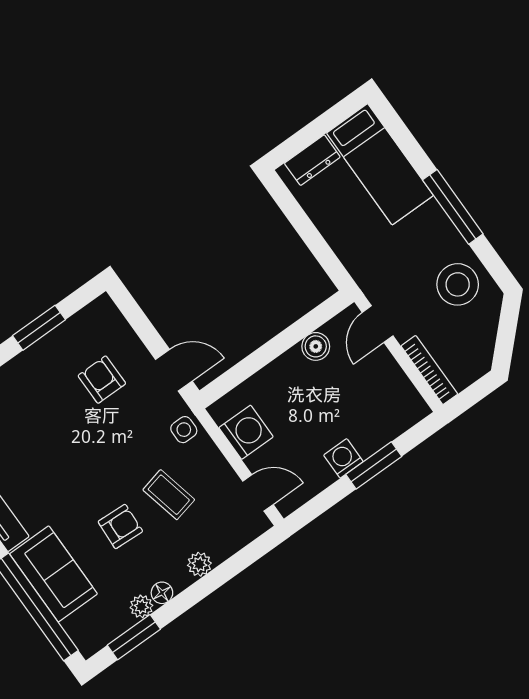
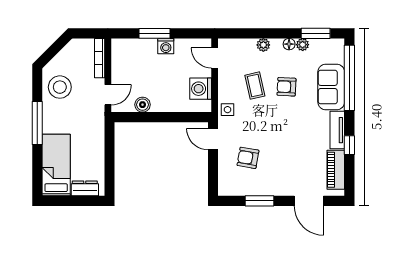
armchair: (102, 380) -> (248, 158), turned 100

